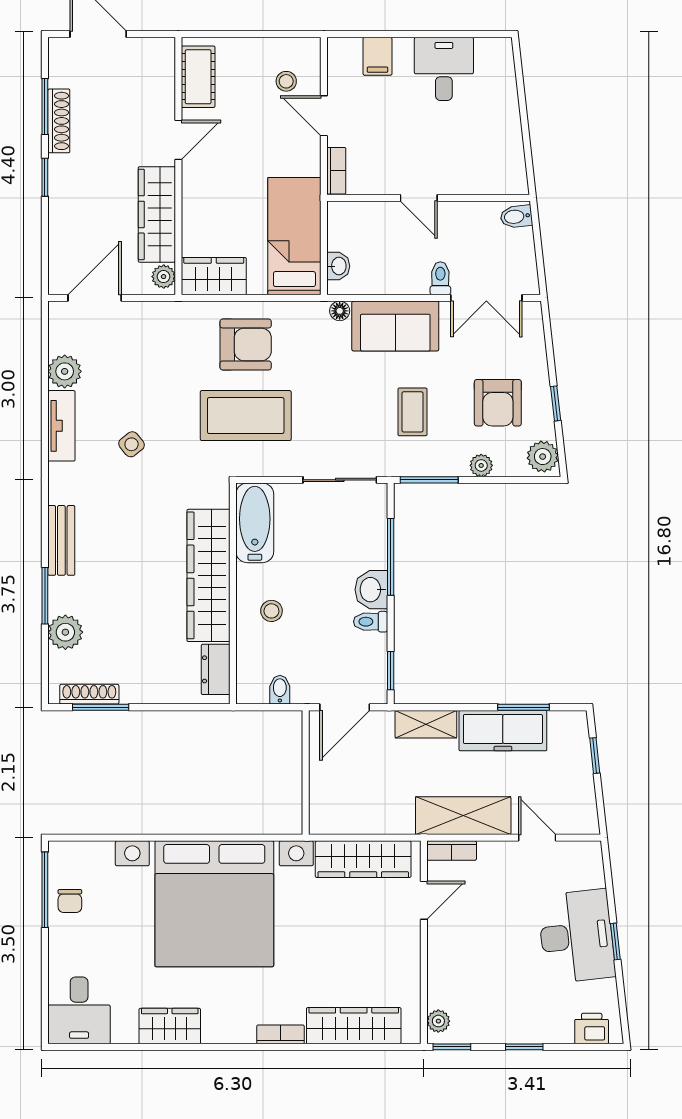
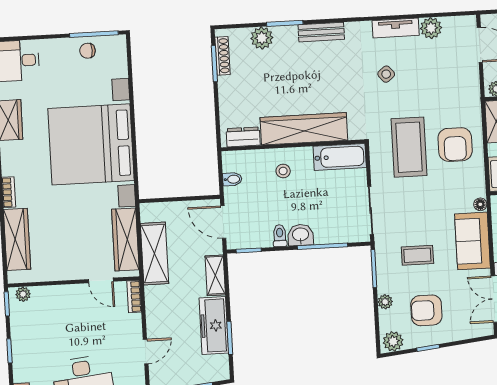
shelving: (463, 816) -> (155, 253), moved

